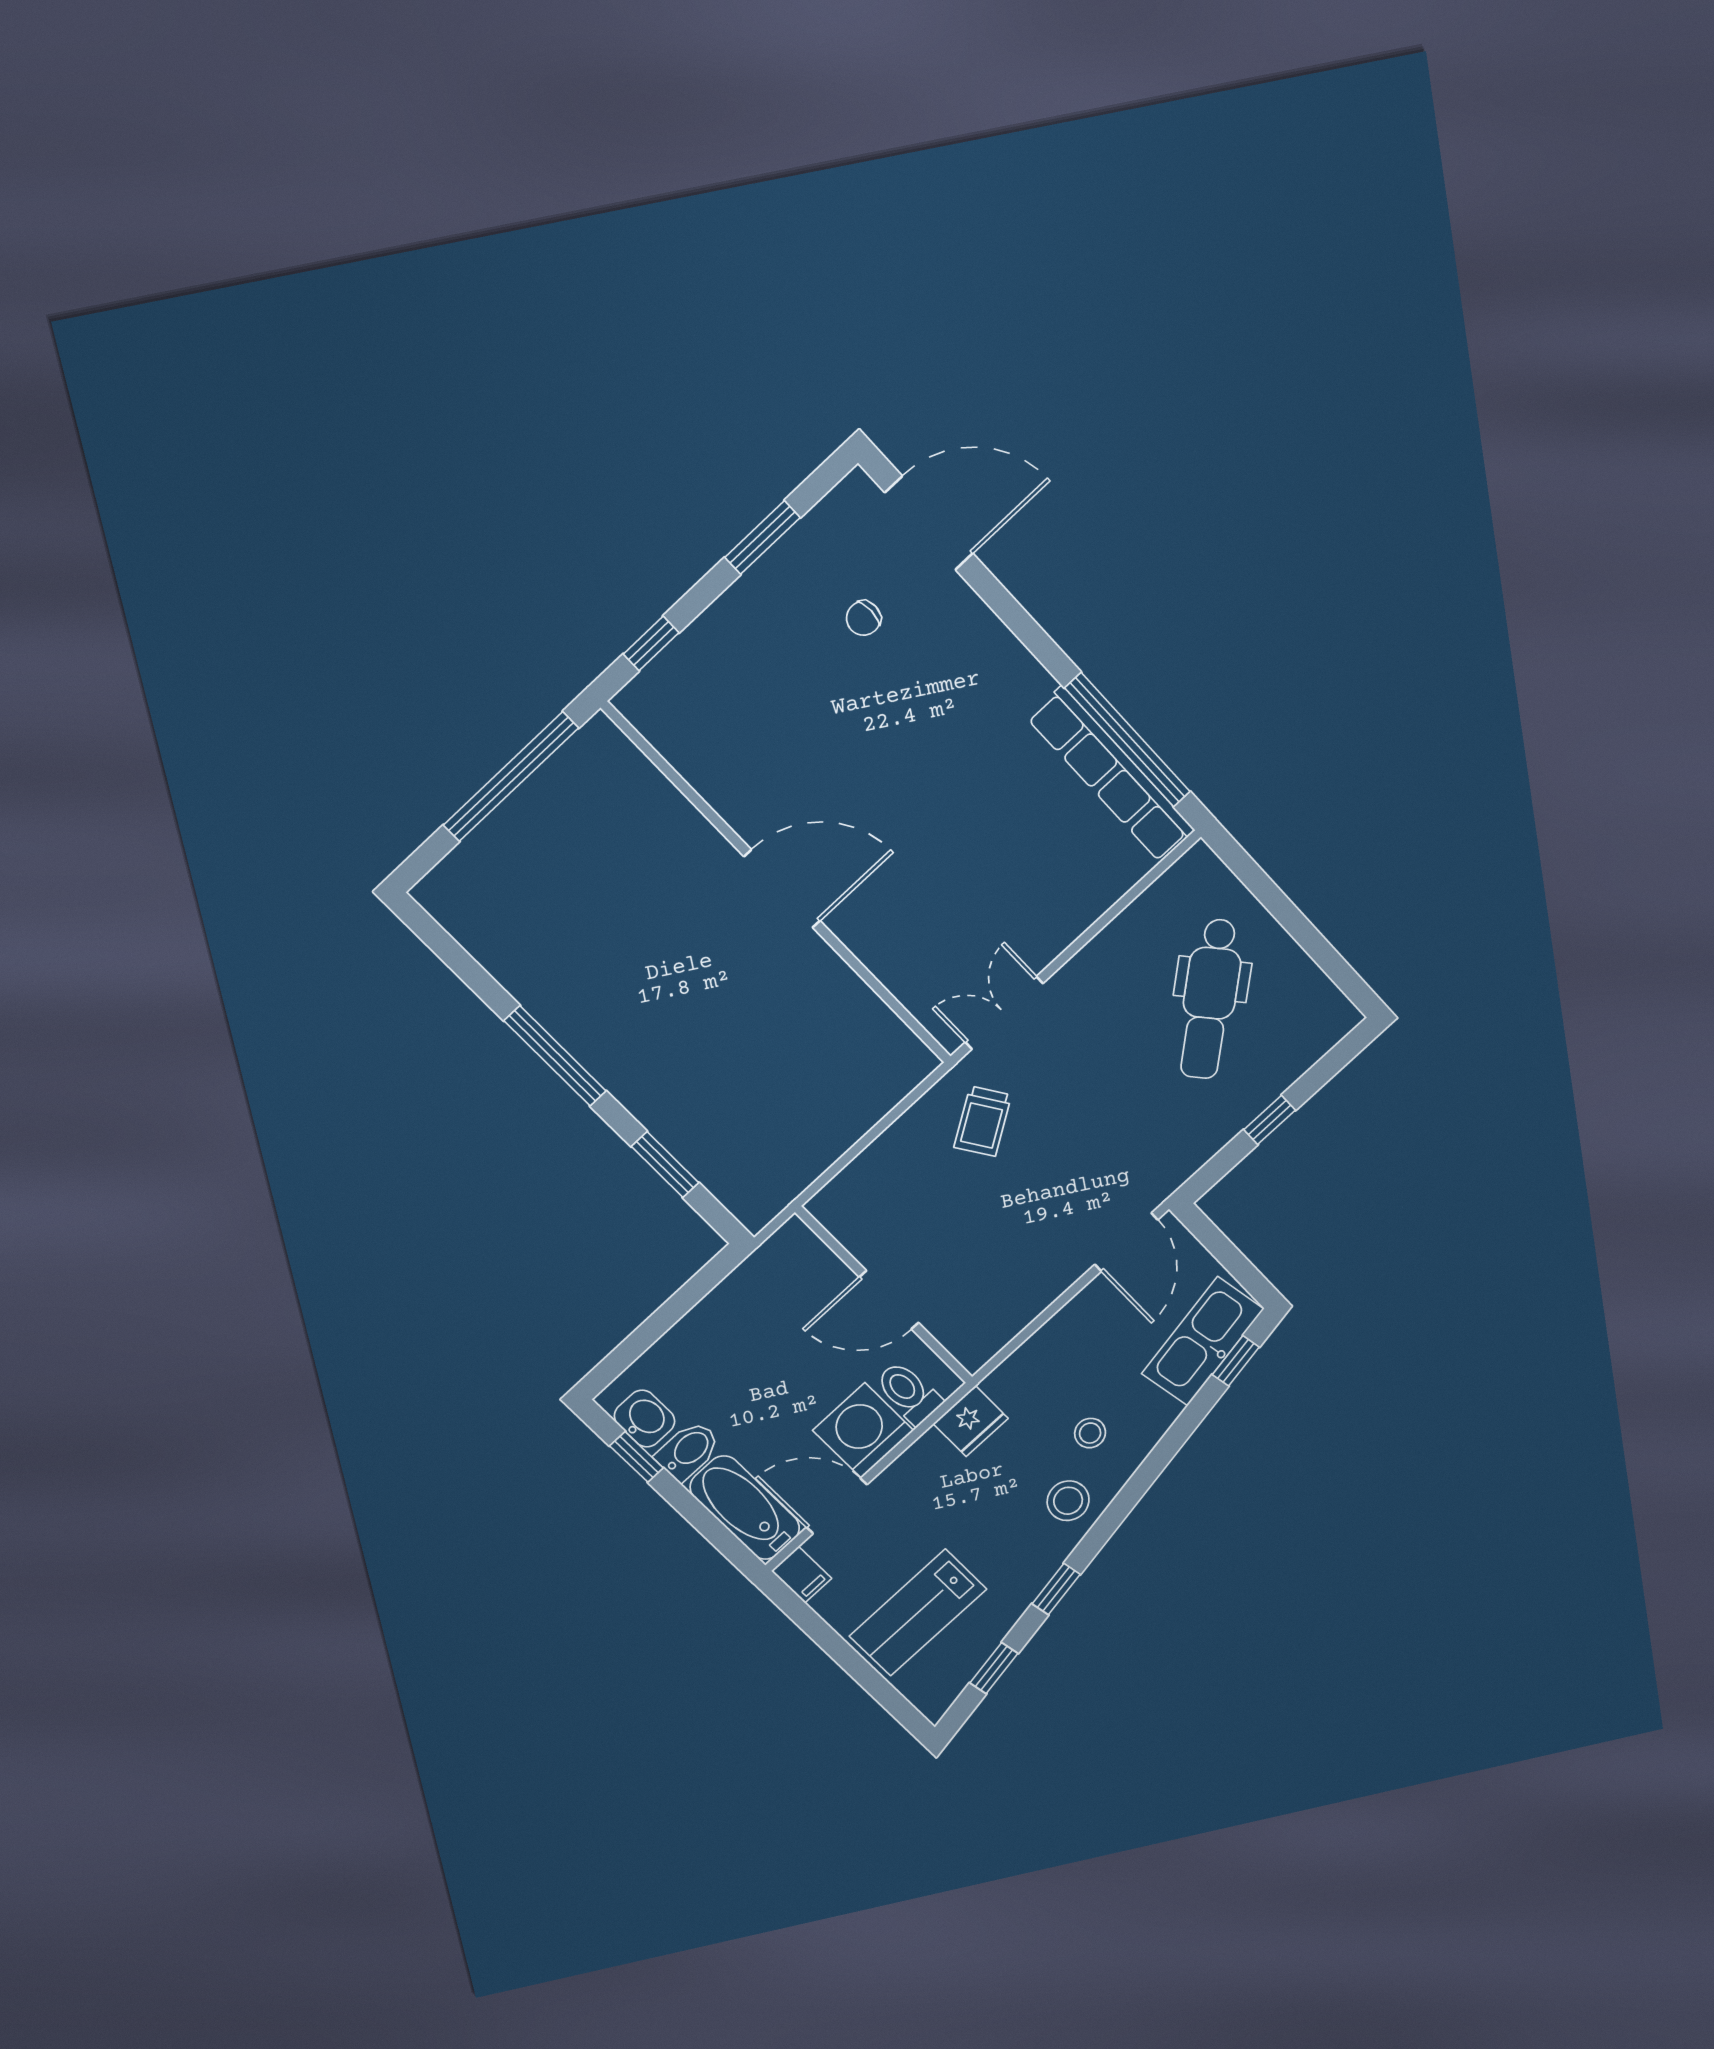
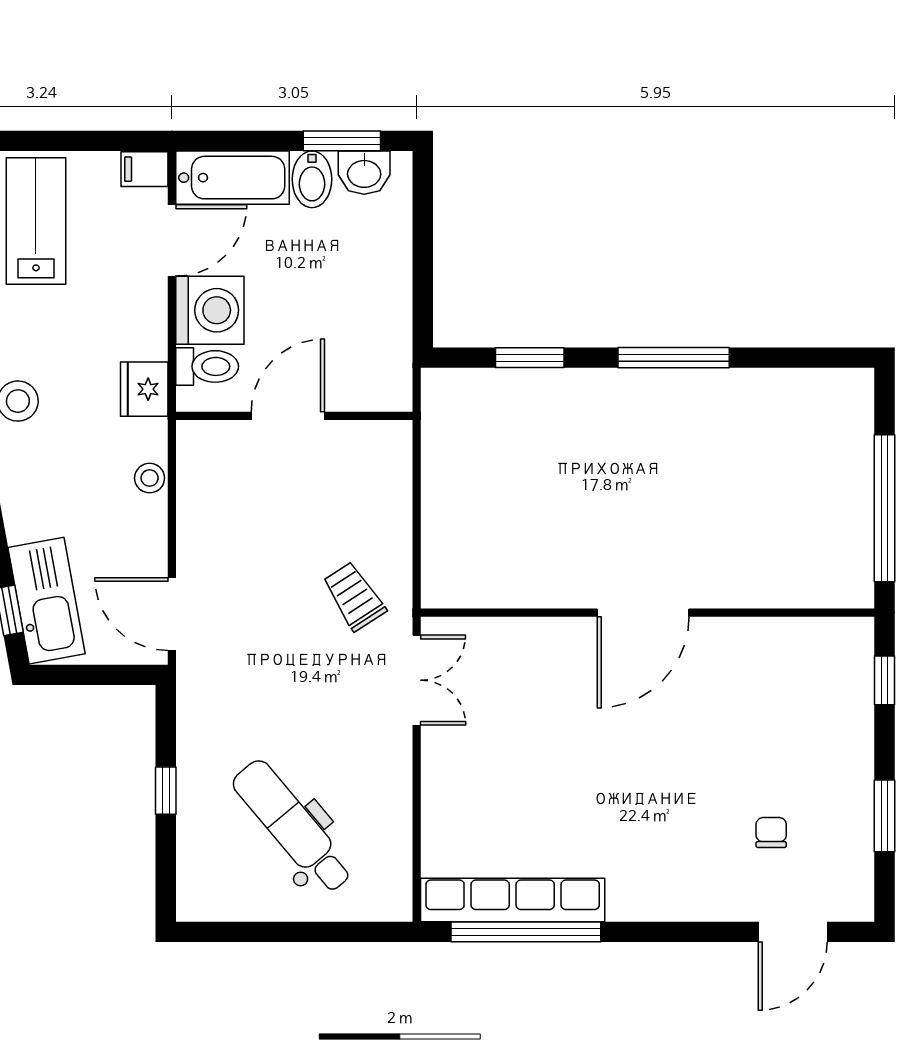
door: (929, 523) -> (793, 932), width x0.73
stool: (1090, 1433) -> (150, 478), moved
window: (637, 1457) -> (342, 141), width x1.50

